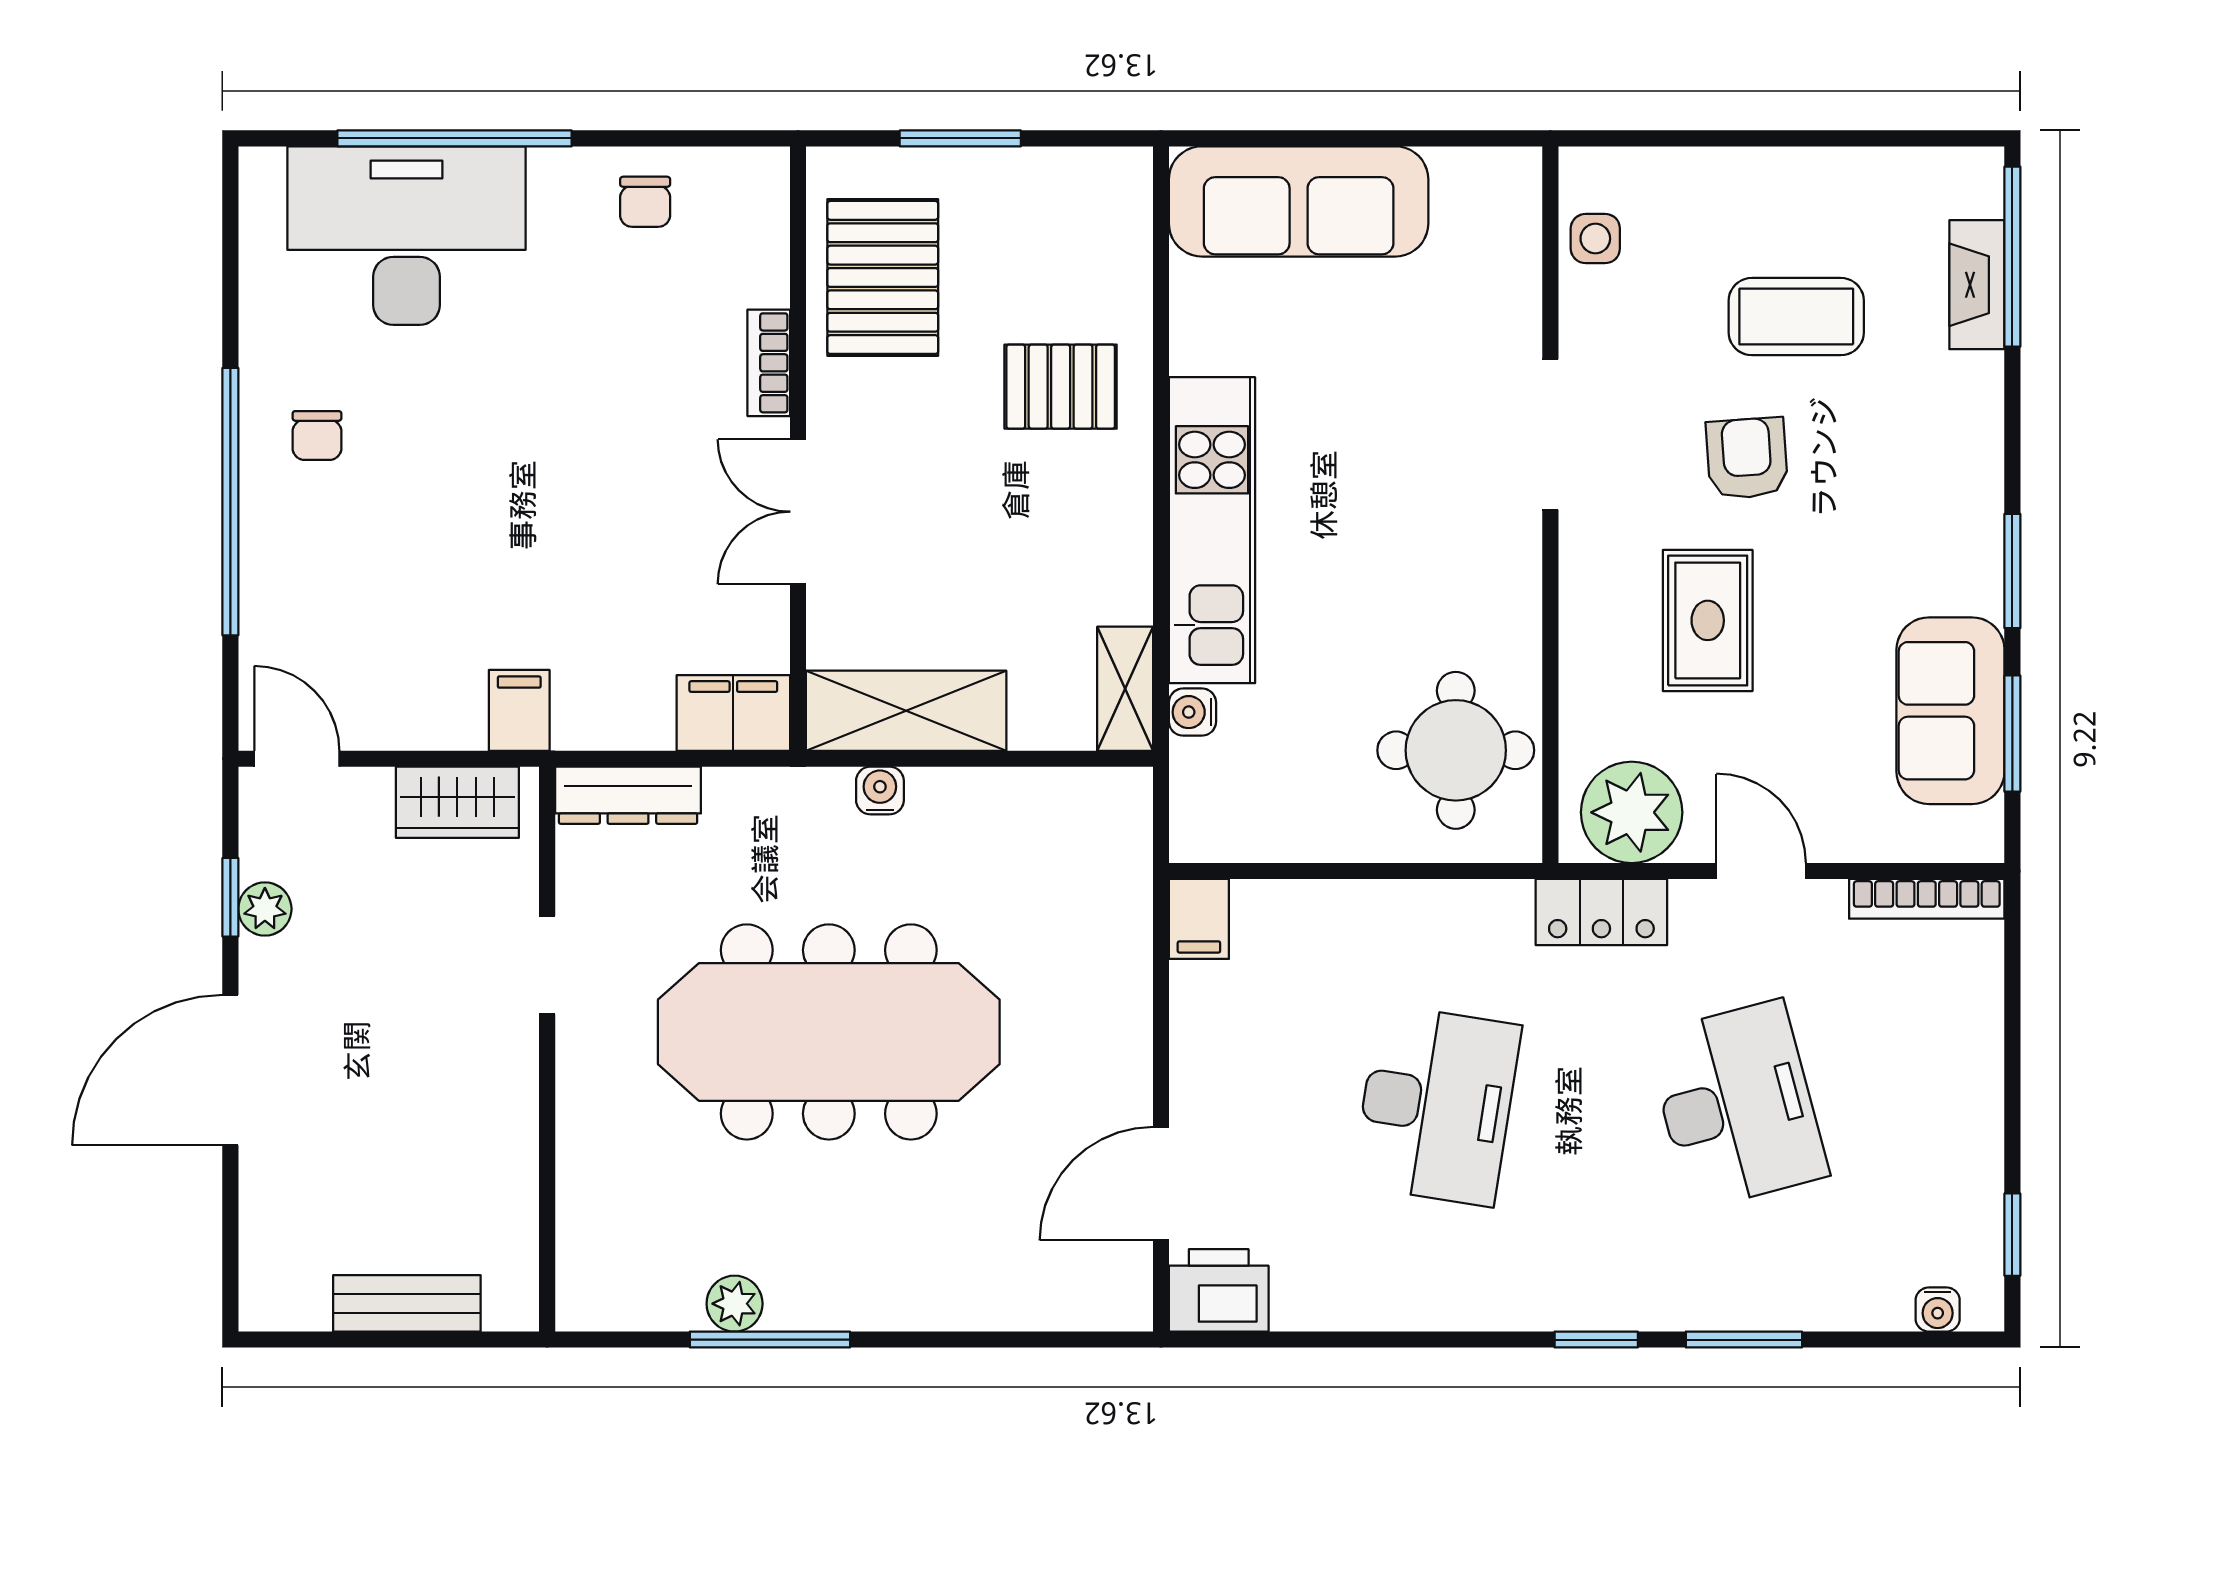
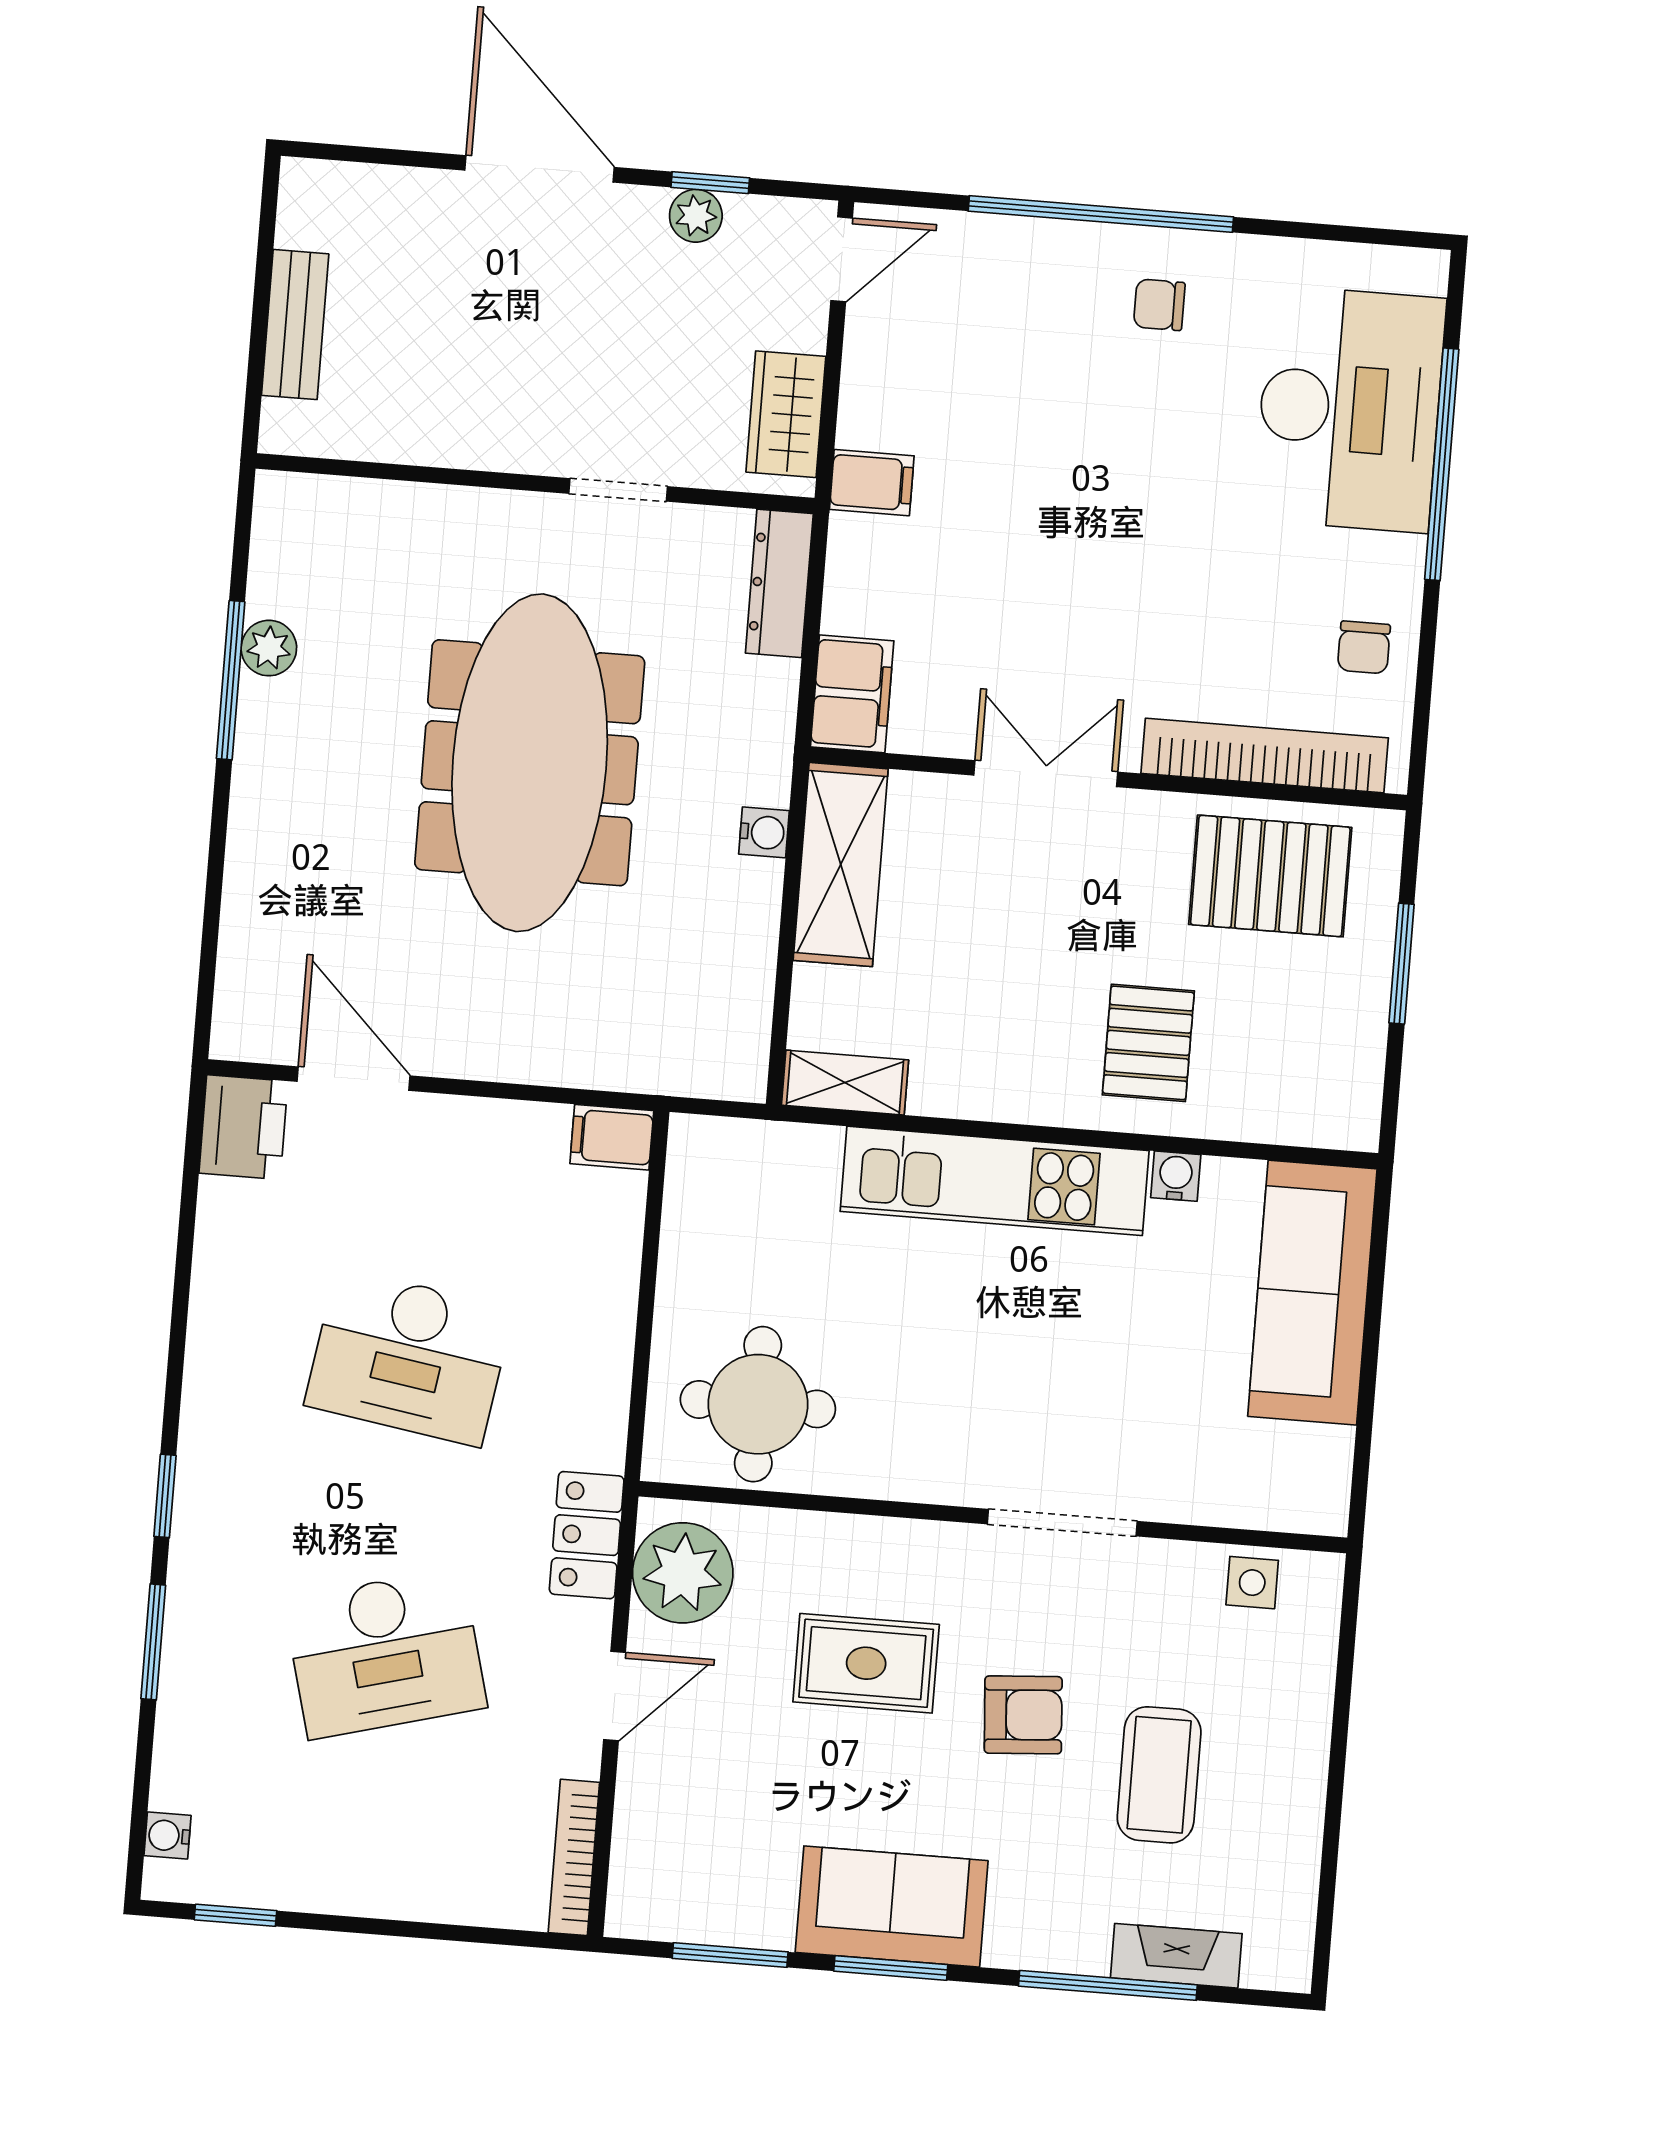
chair: (645, 202) -> (1364, 647), turned -90
window: (2012, 257) -> (1108, 1985), moved
bookcase: (769, 363) -> (1265, 756), width x2.31, depth x1.31
sofa: (1950, 711) -> (892, 1907), moved
water cooler: (1192, 712) -> (1176, 1176), moved

